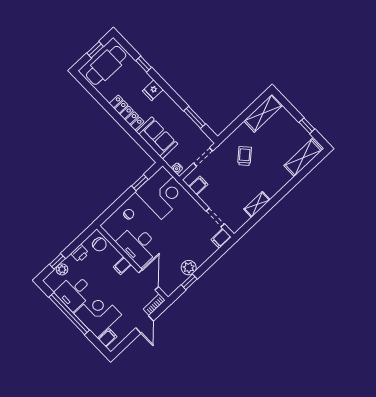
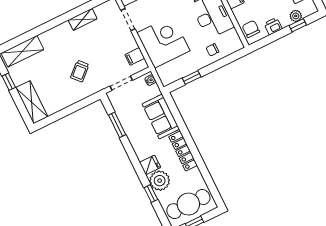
plant: (139, 79) -> (160, 181), added
shelving: (263, 113) -> (32, 102), moved, turned 90
corner desk: (162, 193) -> (163, 42), moved, turned 90

